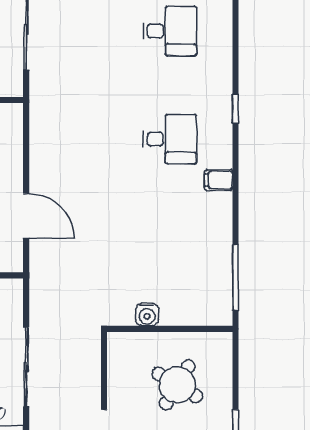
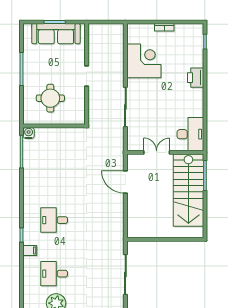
filing cabinet: (219, 180) -> (30, 250), moved
water cooler: (147, 315) -> (29, 133), moved
round table: (177, 385) -> (50, 98), turned -31

